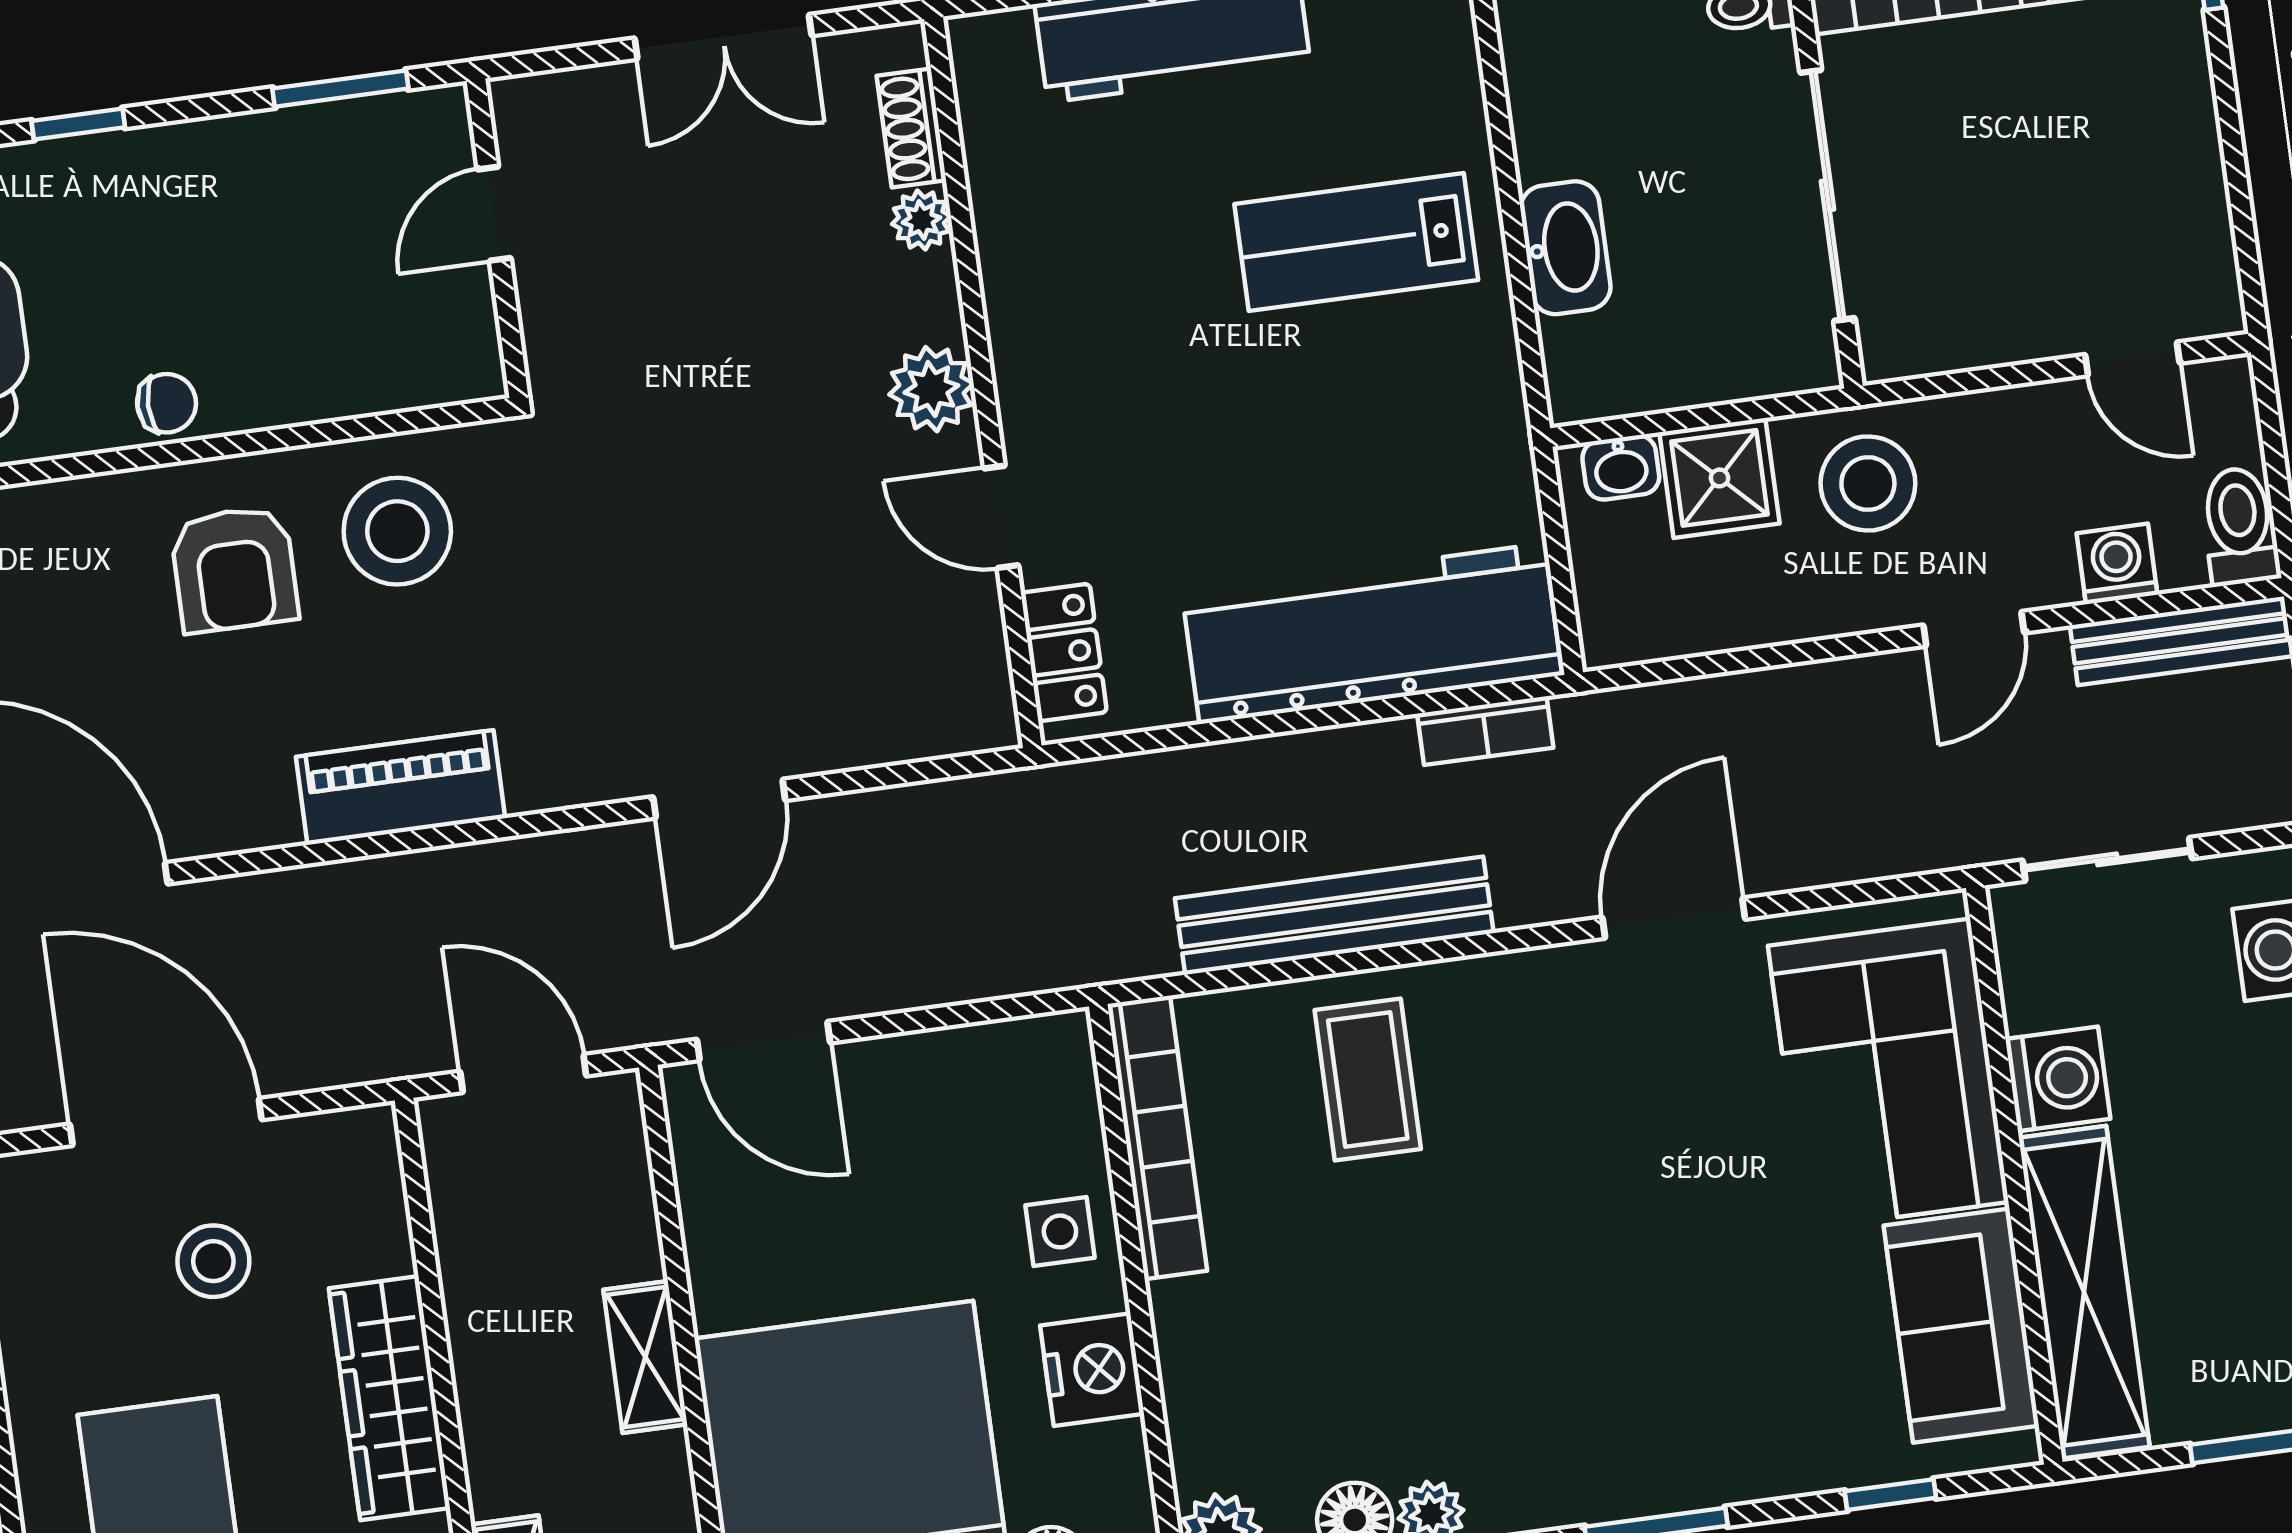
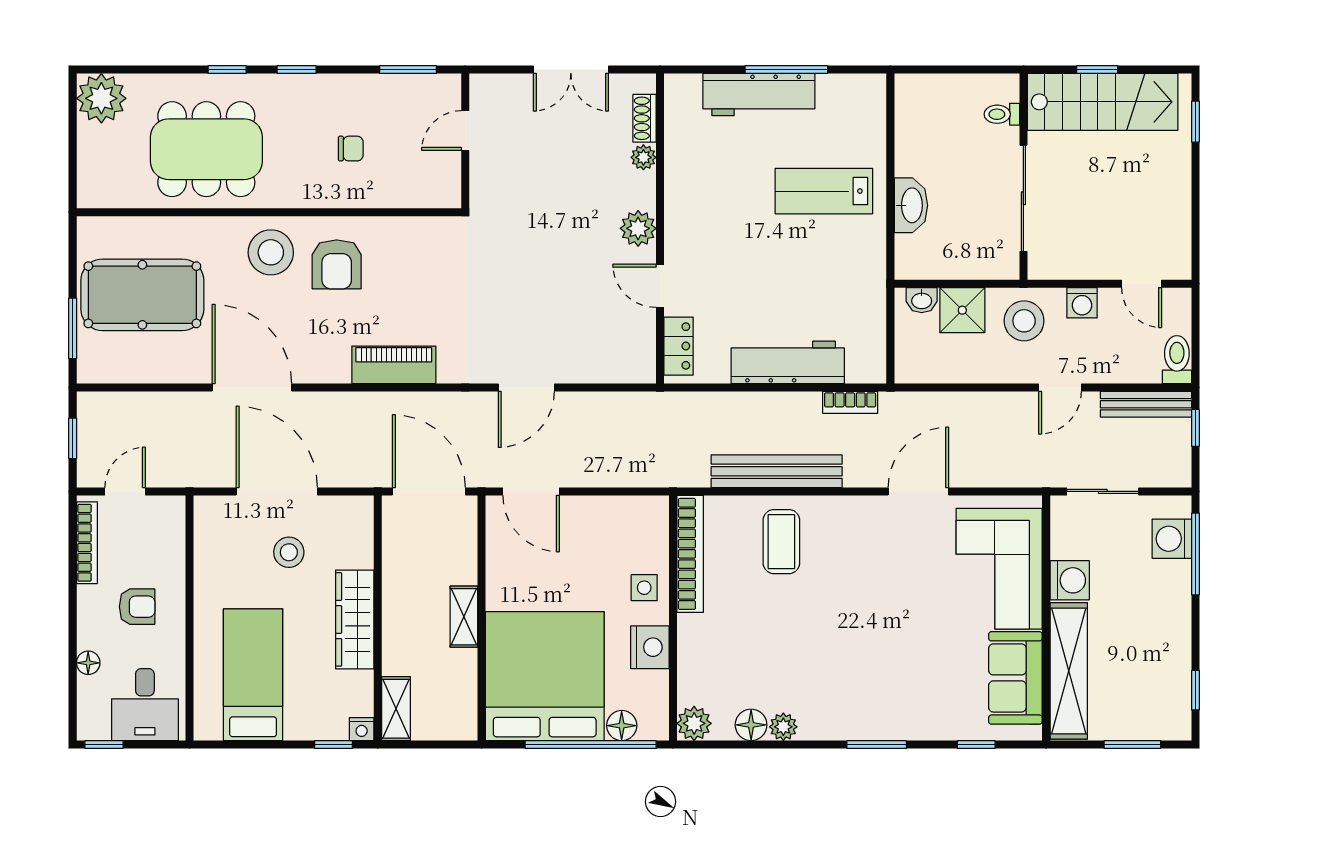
chair: (167, 403) -> (351, 149), moved
stool: (397, 531) -> (271, 252), moved
washing machine: (2117, 564) -> (1082, 303), moved, turned 180
workbench: (1372, 634) -> (788, 362), width x0.73, depth x0.76
door: (523, 1074) -> (429, 491), width x1.36

